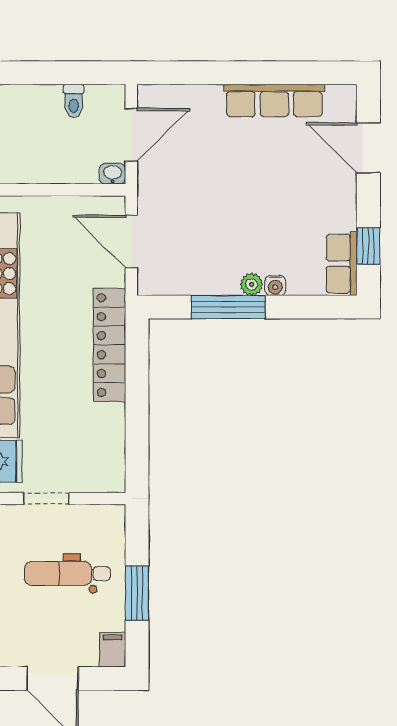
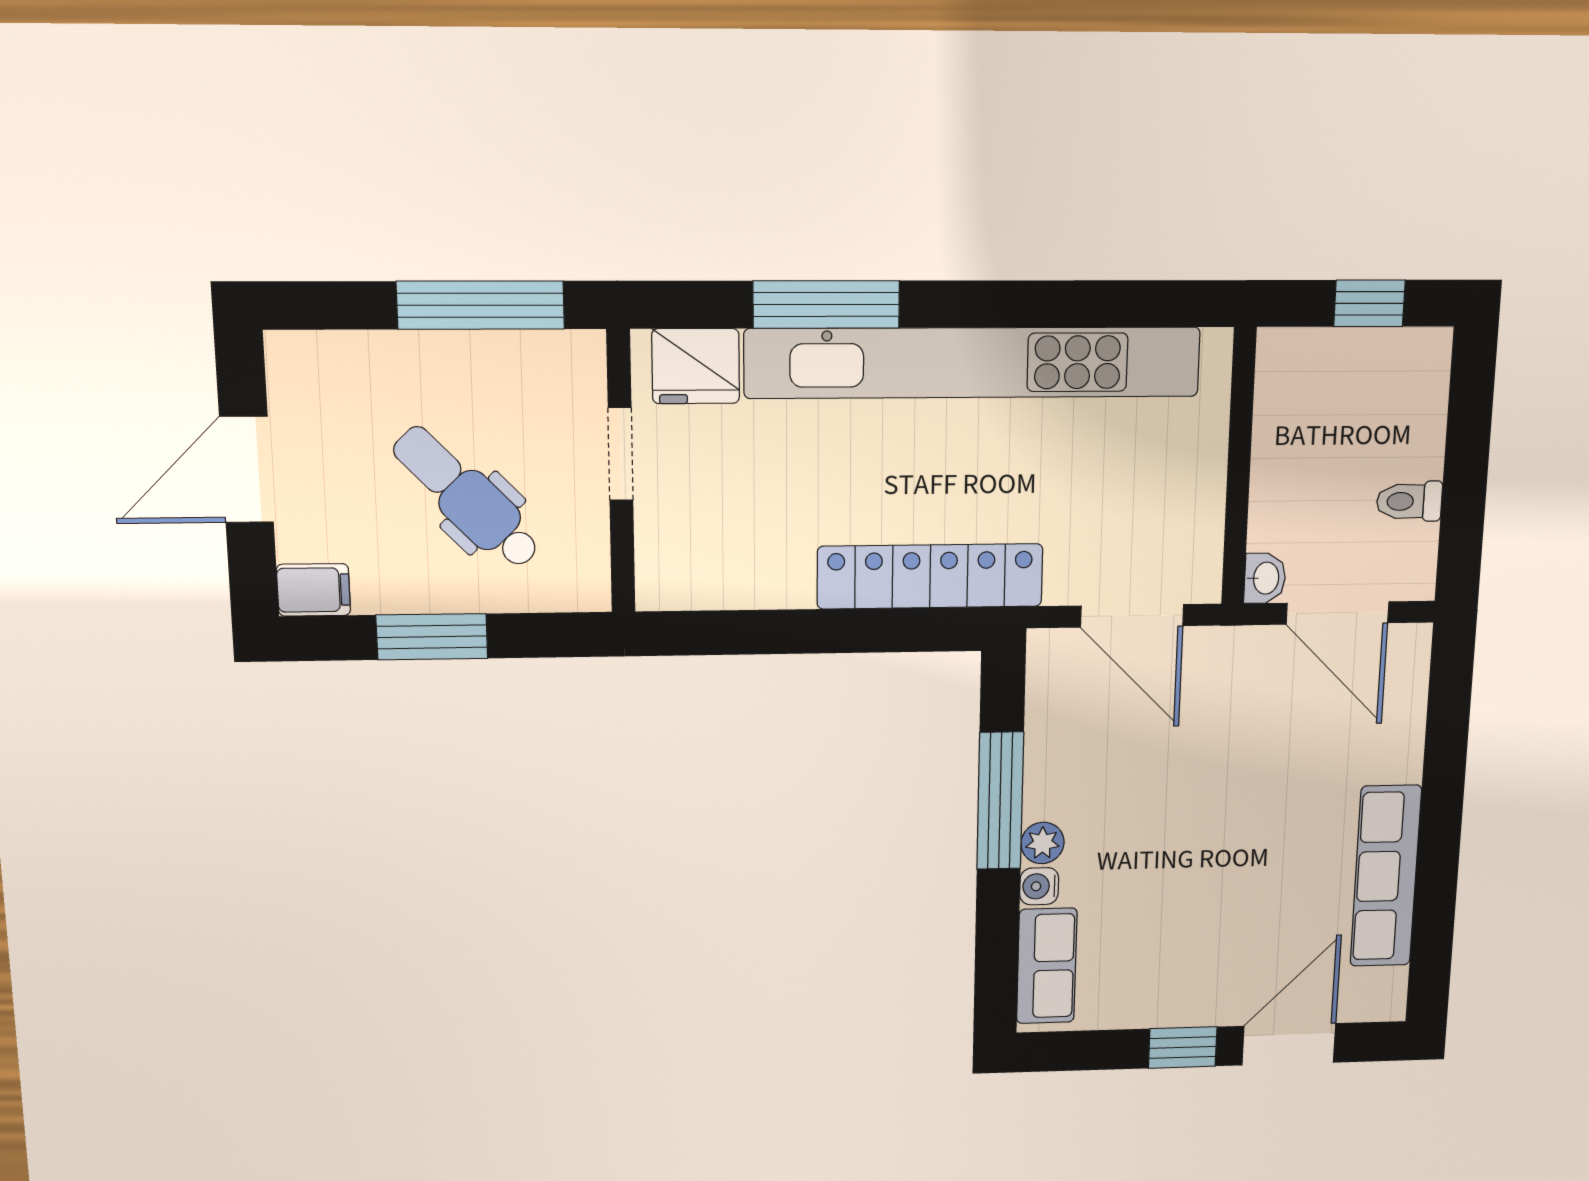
door: (131, 242) -> (1132, 616), swing flipped
window: (368, 246) -> (1183, 1047), moved
row of seats: (342, 264) -> (1047, 966), moved, turned 90
dental chair: (67, 574) -> (467, 498), turned -44

